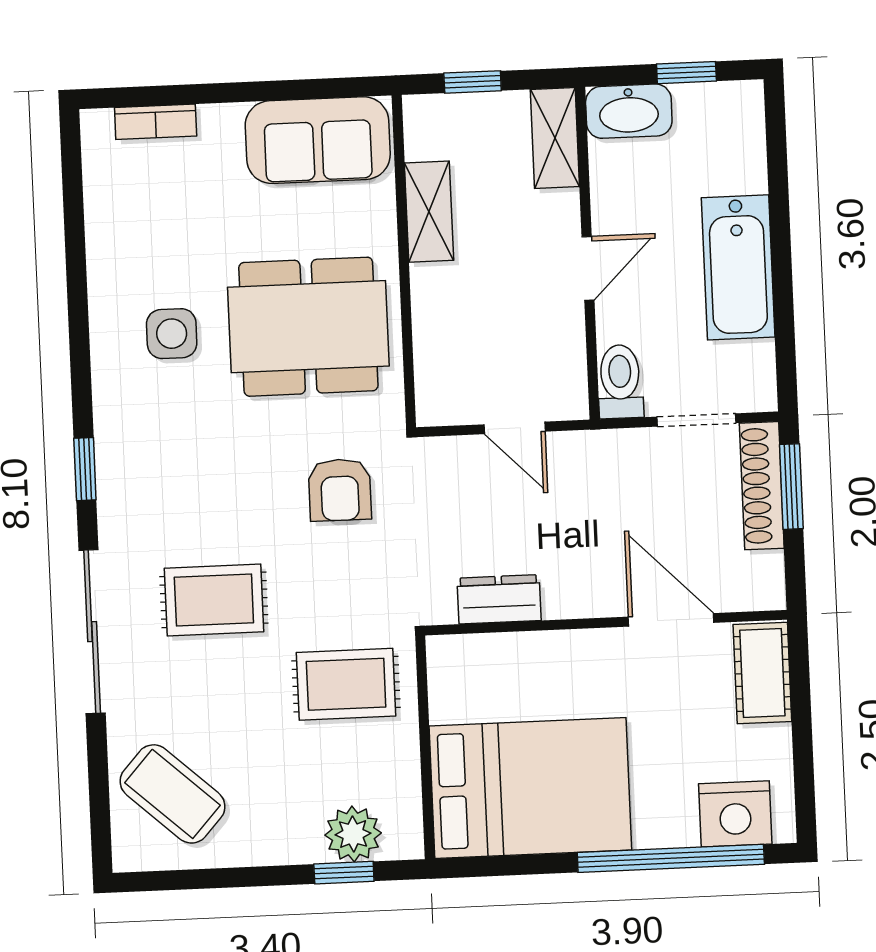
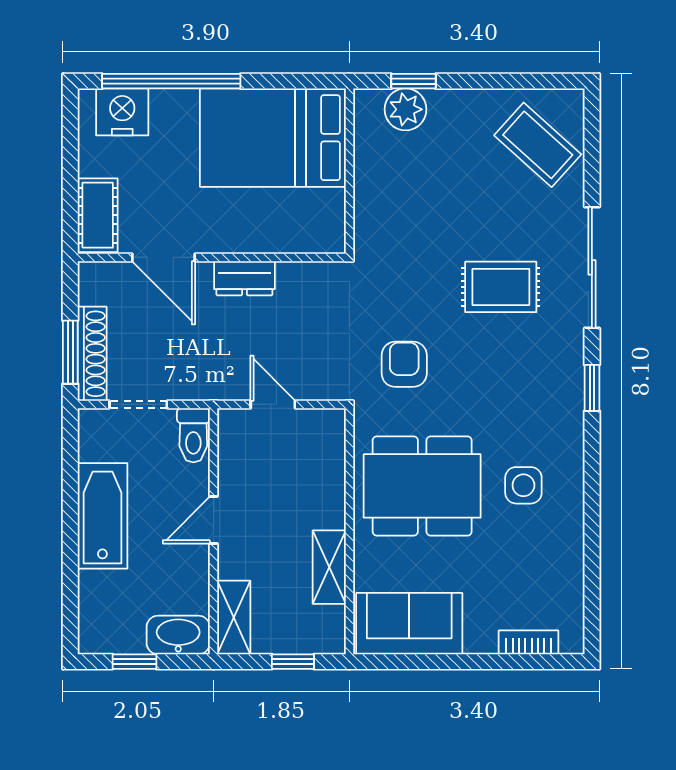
dresser: (499, 599) -> (244, 278), moved
rug: (346, 684) -> (406, 220), removed

